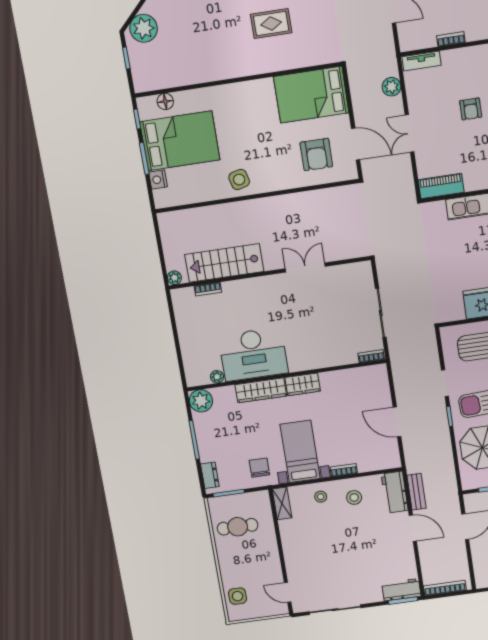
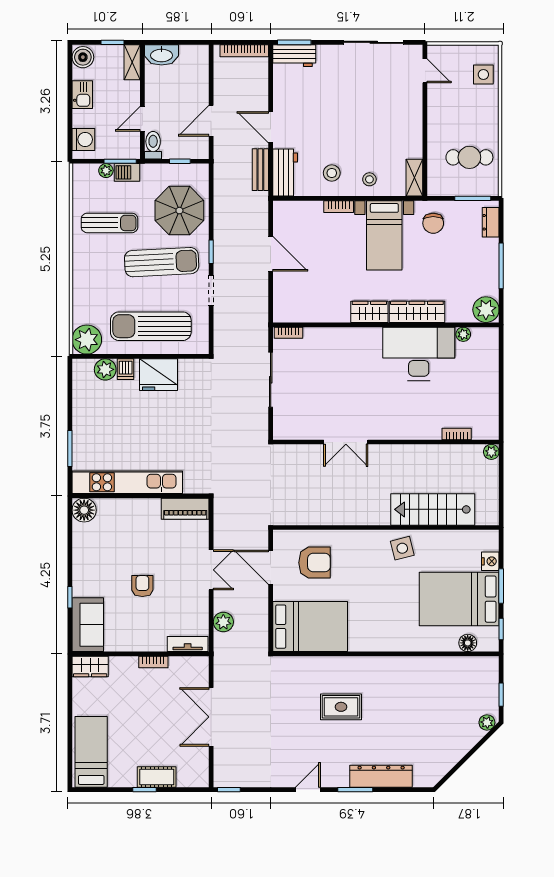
plant: (144, 28) -> (487, 722), width x0.53, depth x0.53
armchair: (316, 155) -> (315, 563), turned 90
stairs: (224, 263) -> (433, 509), moved, turned 180

